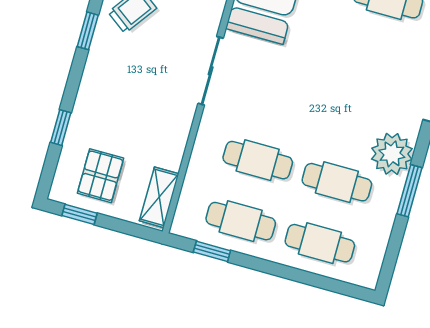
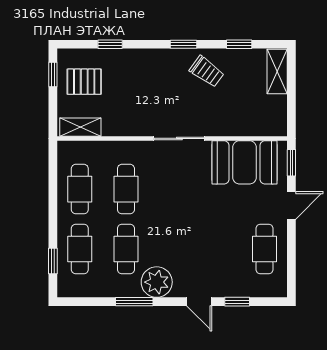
window: (212, 251) -> (53, 261), moved

